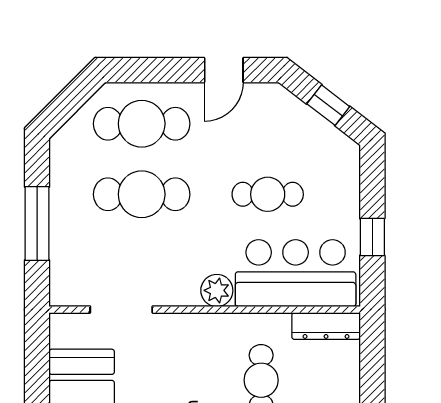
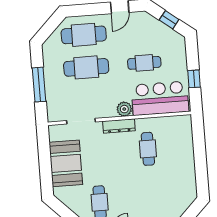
dresser: (326, 326) -> (119, 126), moved

